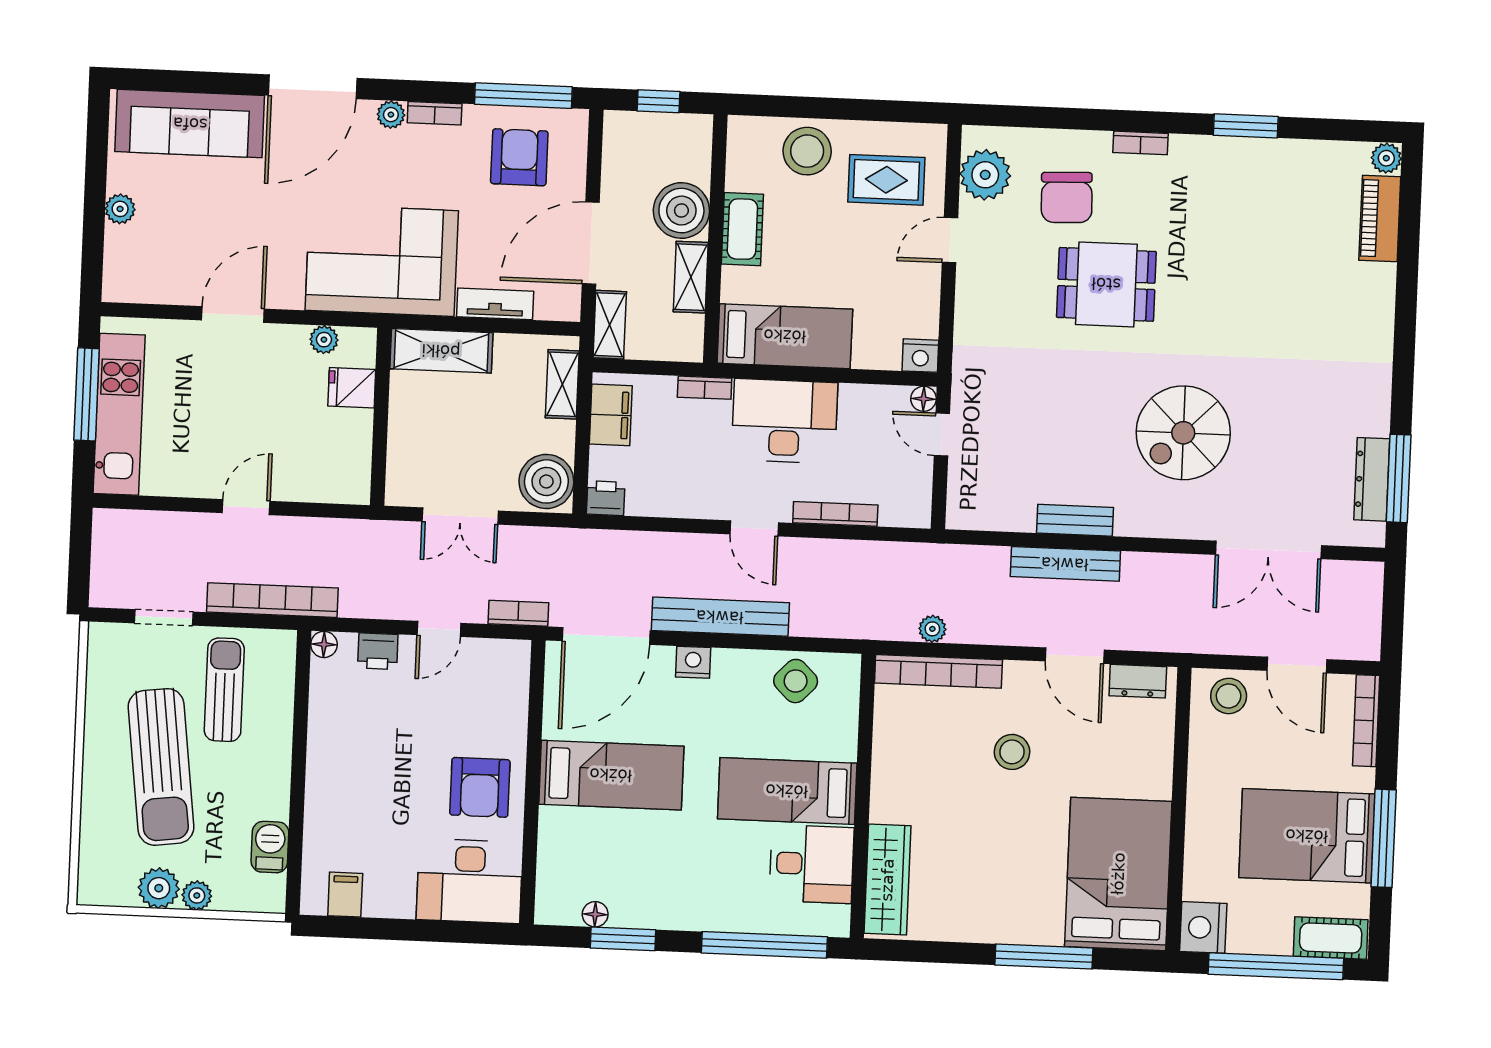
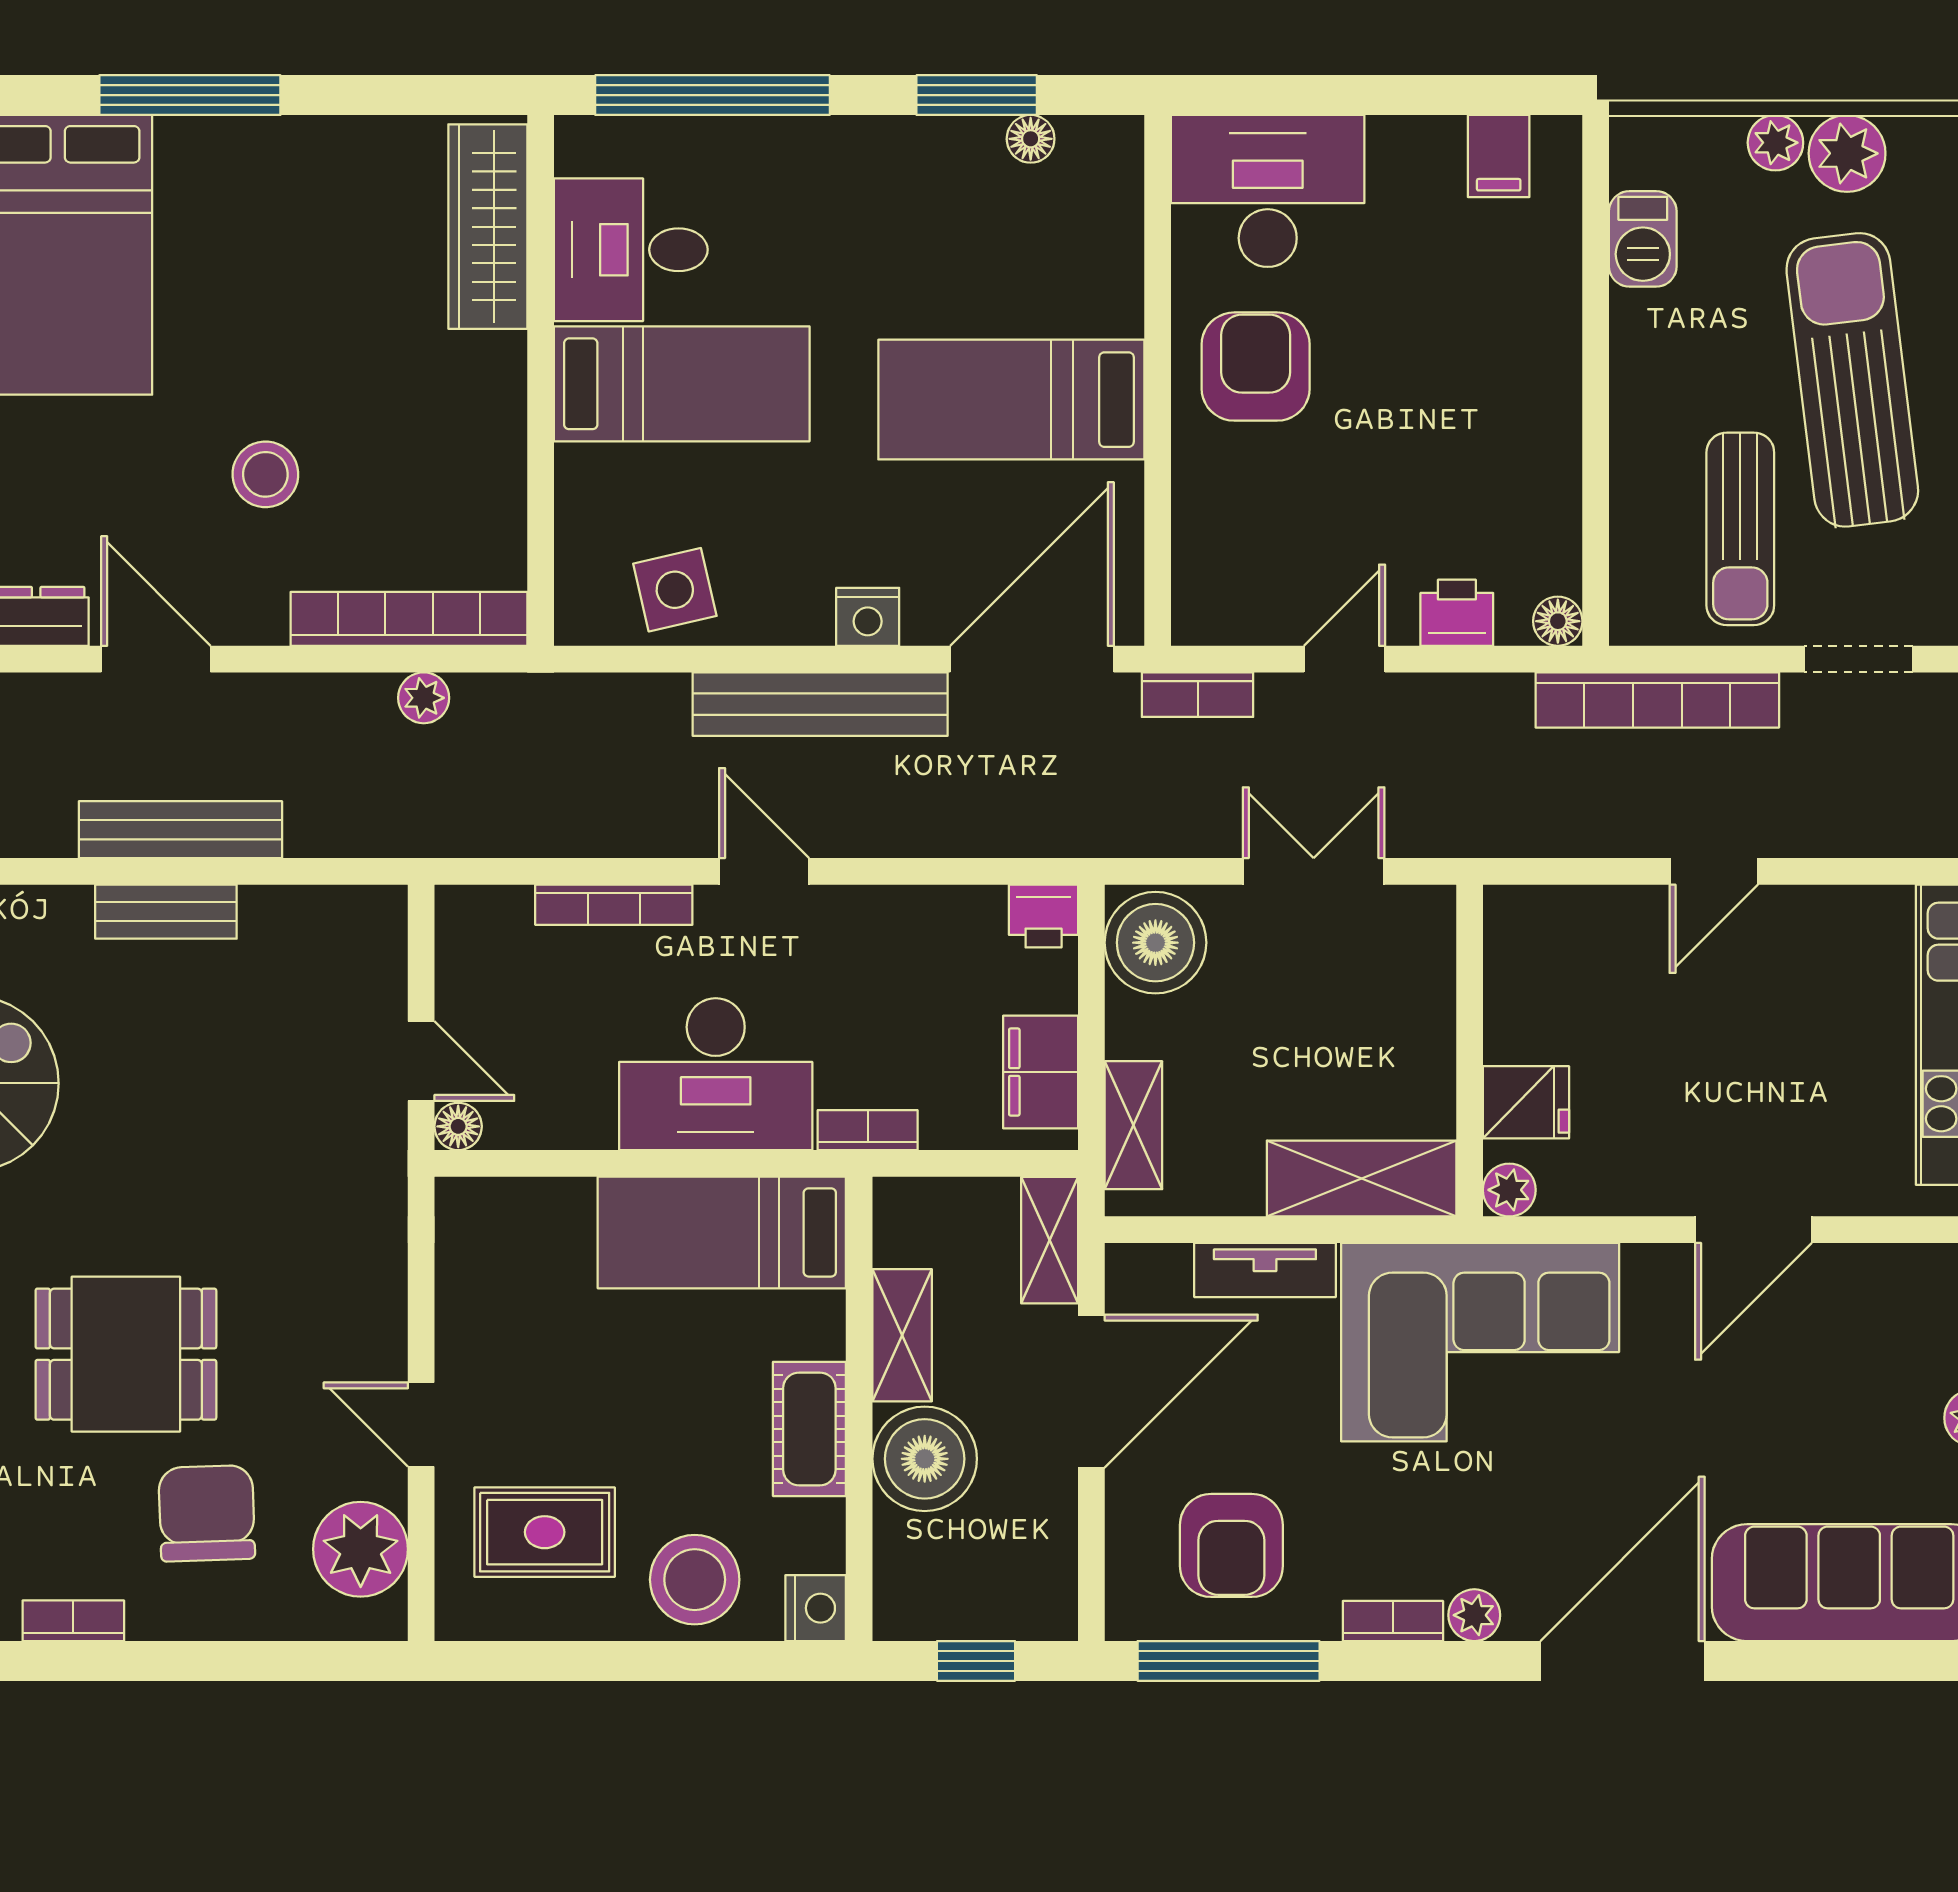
door: (950, 240) -> (421, 1425), swing flipped
plant: (324, 340) -> (1509, 1190), moved
nightstand: (920, 356) -> (816, 1608), moved, turned 90
side table: (796, 681) -> (675, 590), turned 33

